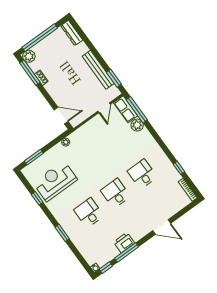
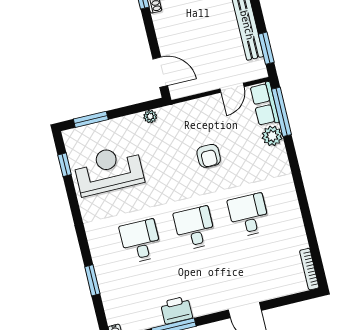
armchair: (107, 150) -> (209, 156), added
window: (179, 168) -> (310, 229), removed
window: (37, 198) -> (65, 165), moved
window: (62, 233) -> (92, 280), moved

